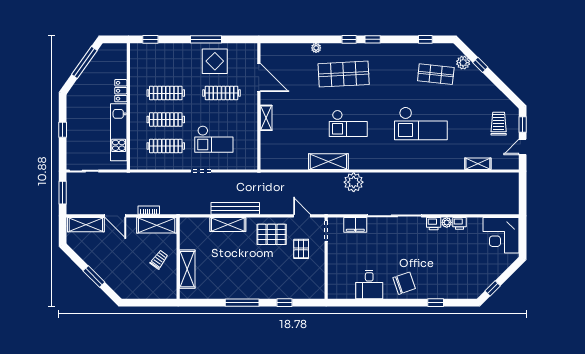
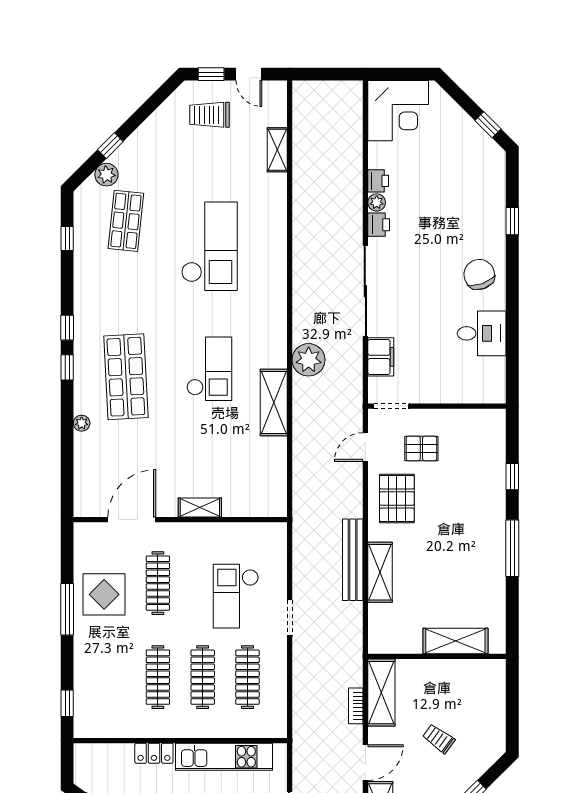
checkout: (214, 139) -> (236, 596), turned 180
trolley: (159, 260) -> (439, 739), moved

